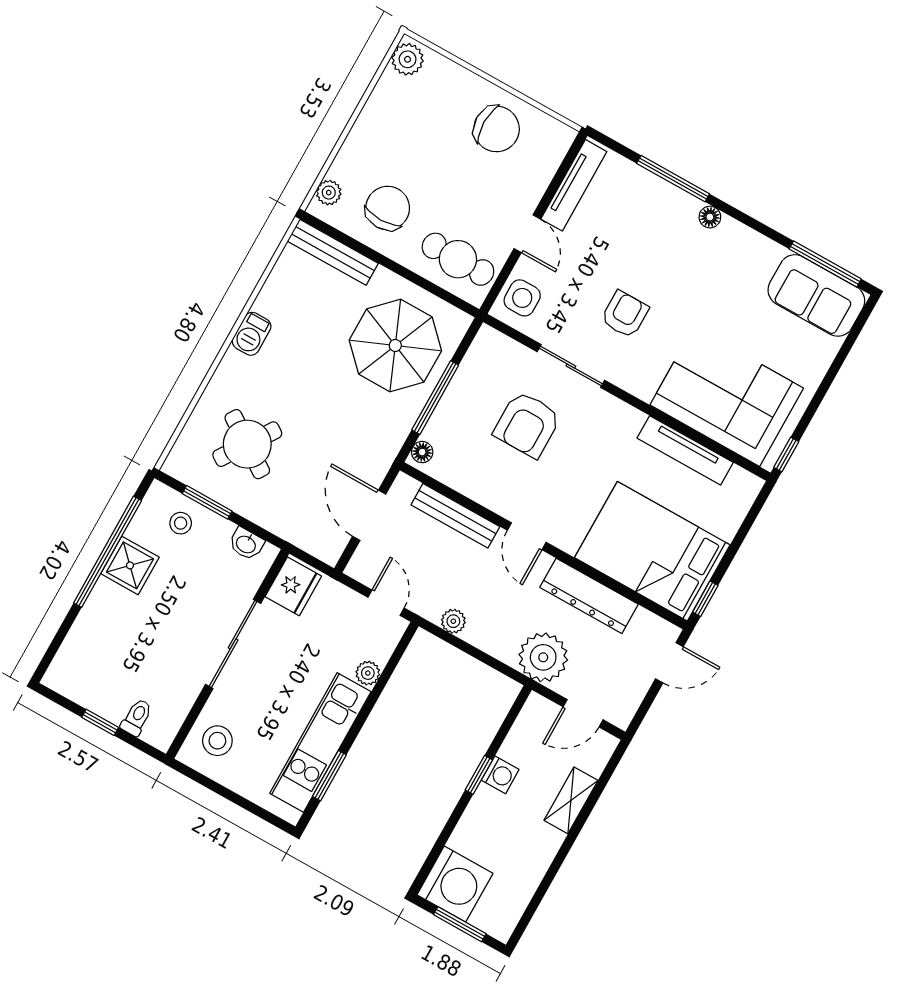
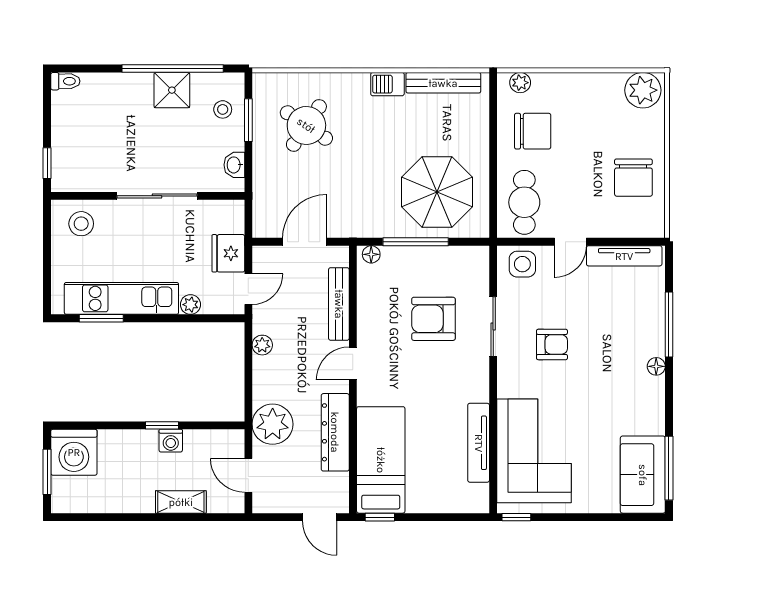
plant: (408, 59) -> (643, 90), width x1.36, depth x1.36
bench: (333, 252) -> (443, 83), moved, turned 90
bed: (652, 551) -> (381, 460), width x0.67
fridge: (293, 586) -> (228, 253), moved, turned 90
toilet: (137, 717) -> (65, 81), moved
window: (100, 722) -> (47, 163), moved

